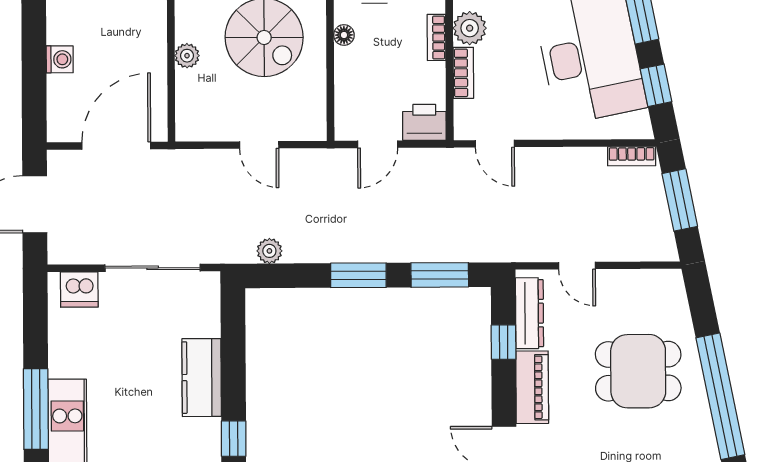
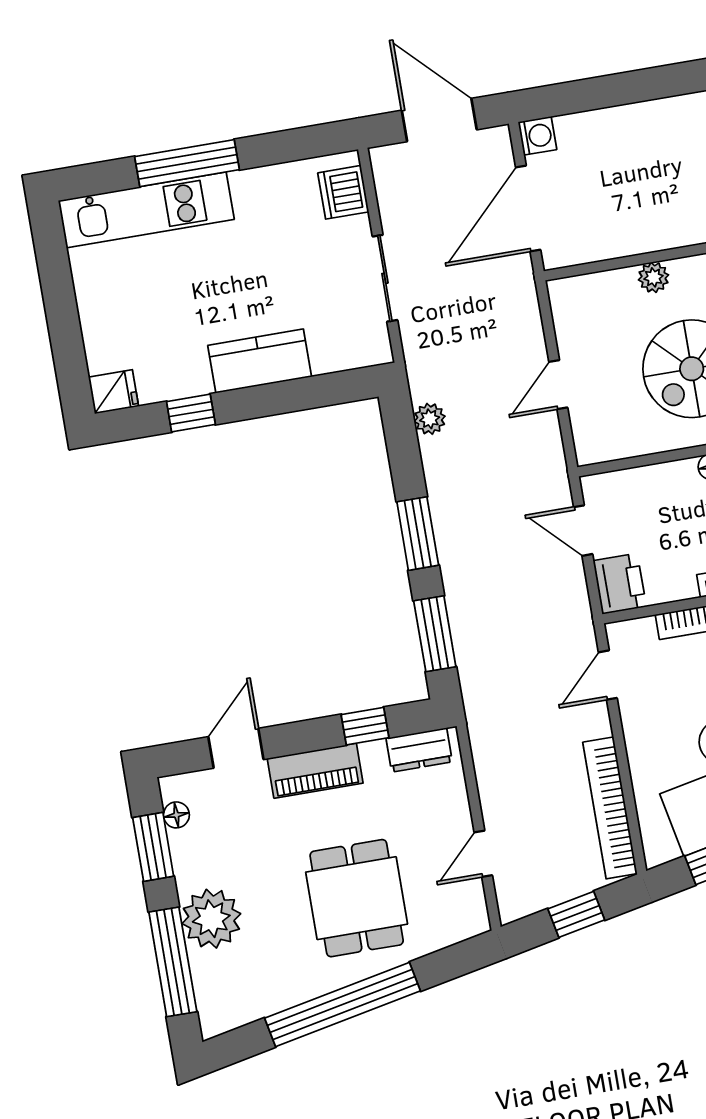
washing machine: (60, 59) -> (537, 136), moved, turned -90
door: (116, 146) -> (528, 209), swing flipped
bookcase: (632, 156) -> (610, 808), width x2.31, depth x1.31
window: (680, 200) -> (576, 914), width x0.67
door: (577, 266) -> (483, 854), moved
sliding door: (153, 268) -> (385, 278), width x0.73
dresser: (530, 313) -> (419, 750), width x0.70

